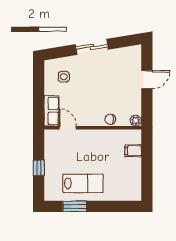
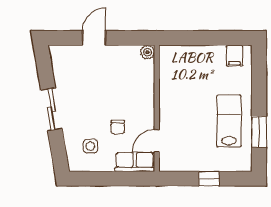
door: (147, 80) -> (94, 38), hinge flipped
chair: (110, 119) -> (118, 127), moved
filing cabinet: (133, 151) -> (234, 56), moved

